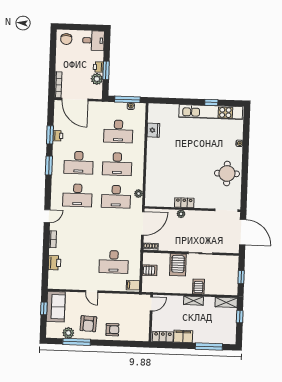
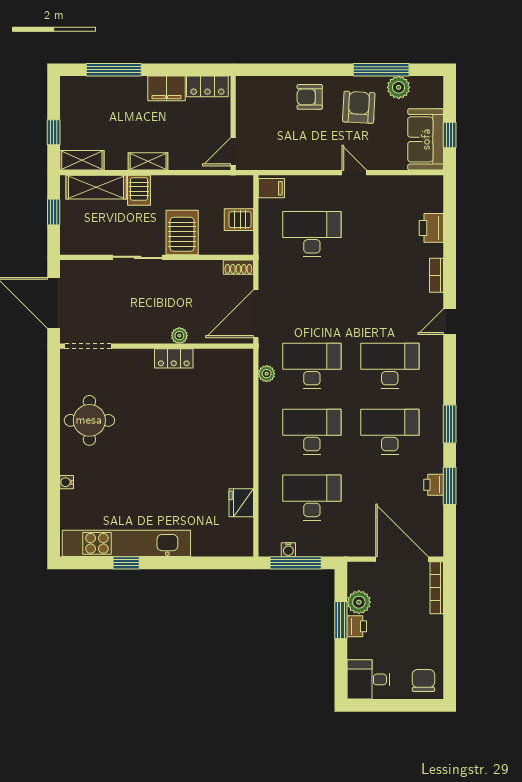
shelving: (220, 289) -> (96, 187), added

